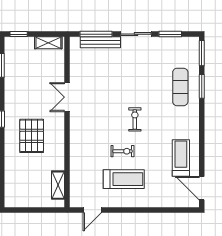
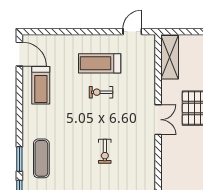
double door: (67, 97) -> (158, 120), moved
exercise bike: (135, 119) -> (105, 151), moved
shelving: (58, 185) -> (170, 57), width x1.50, depth x1.33

